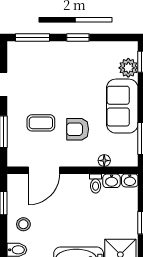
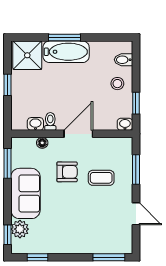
window: (78, 38) -> (38, 257), moved
door: (44, 170) -> (78, 134), moved
washbasin: (130, 180) -> (125, 124), moved

